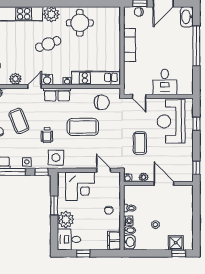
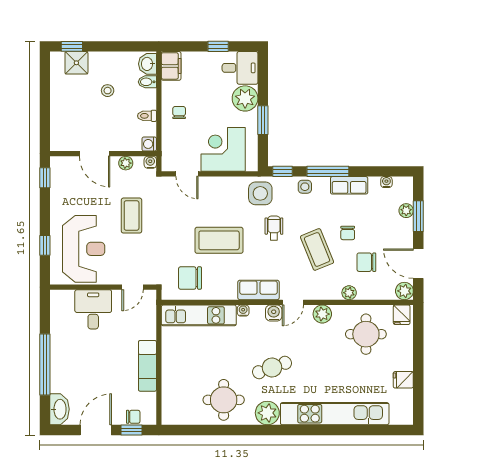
door: (139, 96) -> (133, 287), swing flipped
washing machine: (128, 221) -> (149, 144), moved

